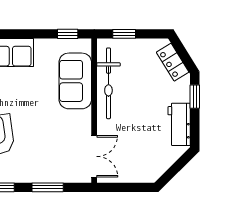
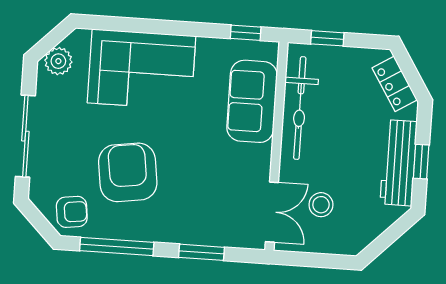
window: (195, 97) -> (421, 162), moved
workbench: (179, 124) -> (399, 163), width x1.38
stool: (128, 149) -> (321, 205), added

